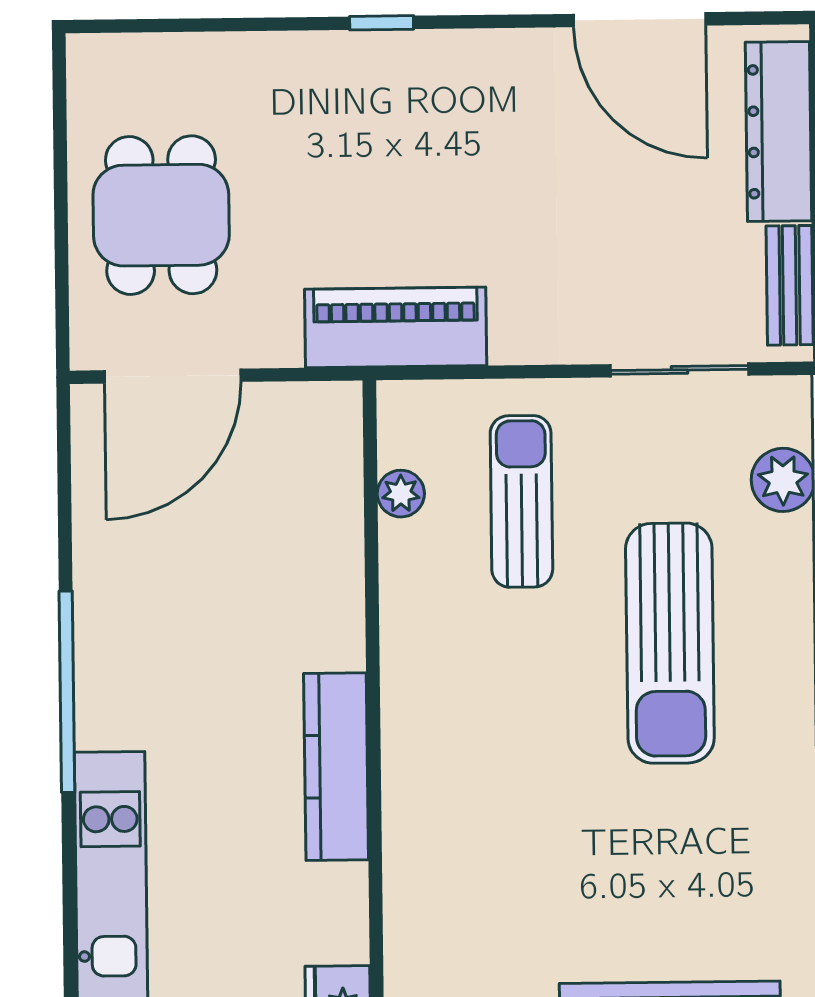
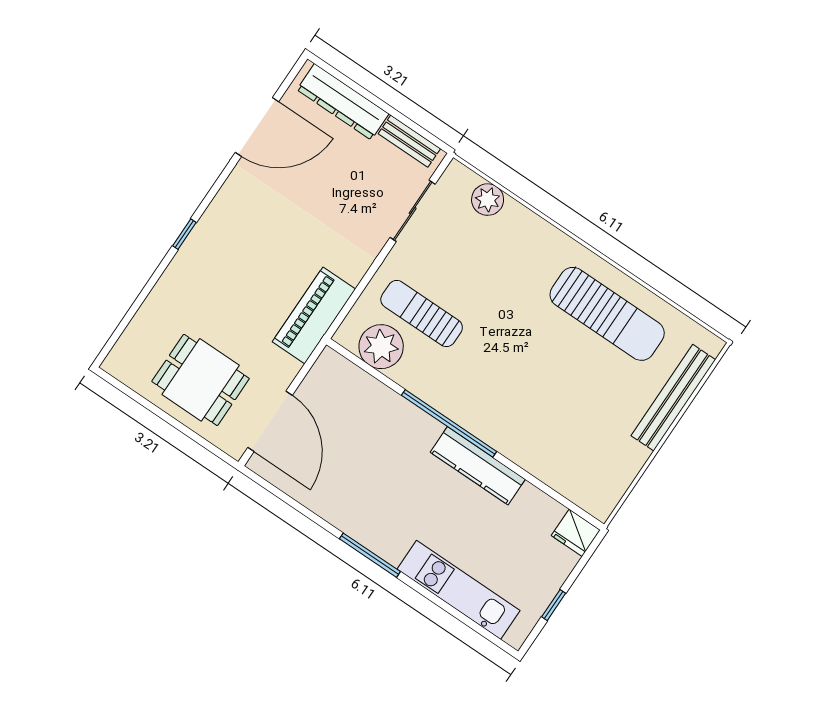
plant: (401, 494) -> (381, 347), width x1.88, depth x1.88
sun lounger: (670, 643) -> (607, 314), moved
window: (373, 671) -> (449, 423), added
window: (67, 692) -> (370, 555), width x0.68

